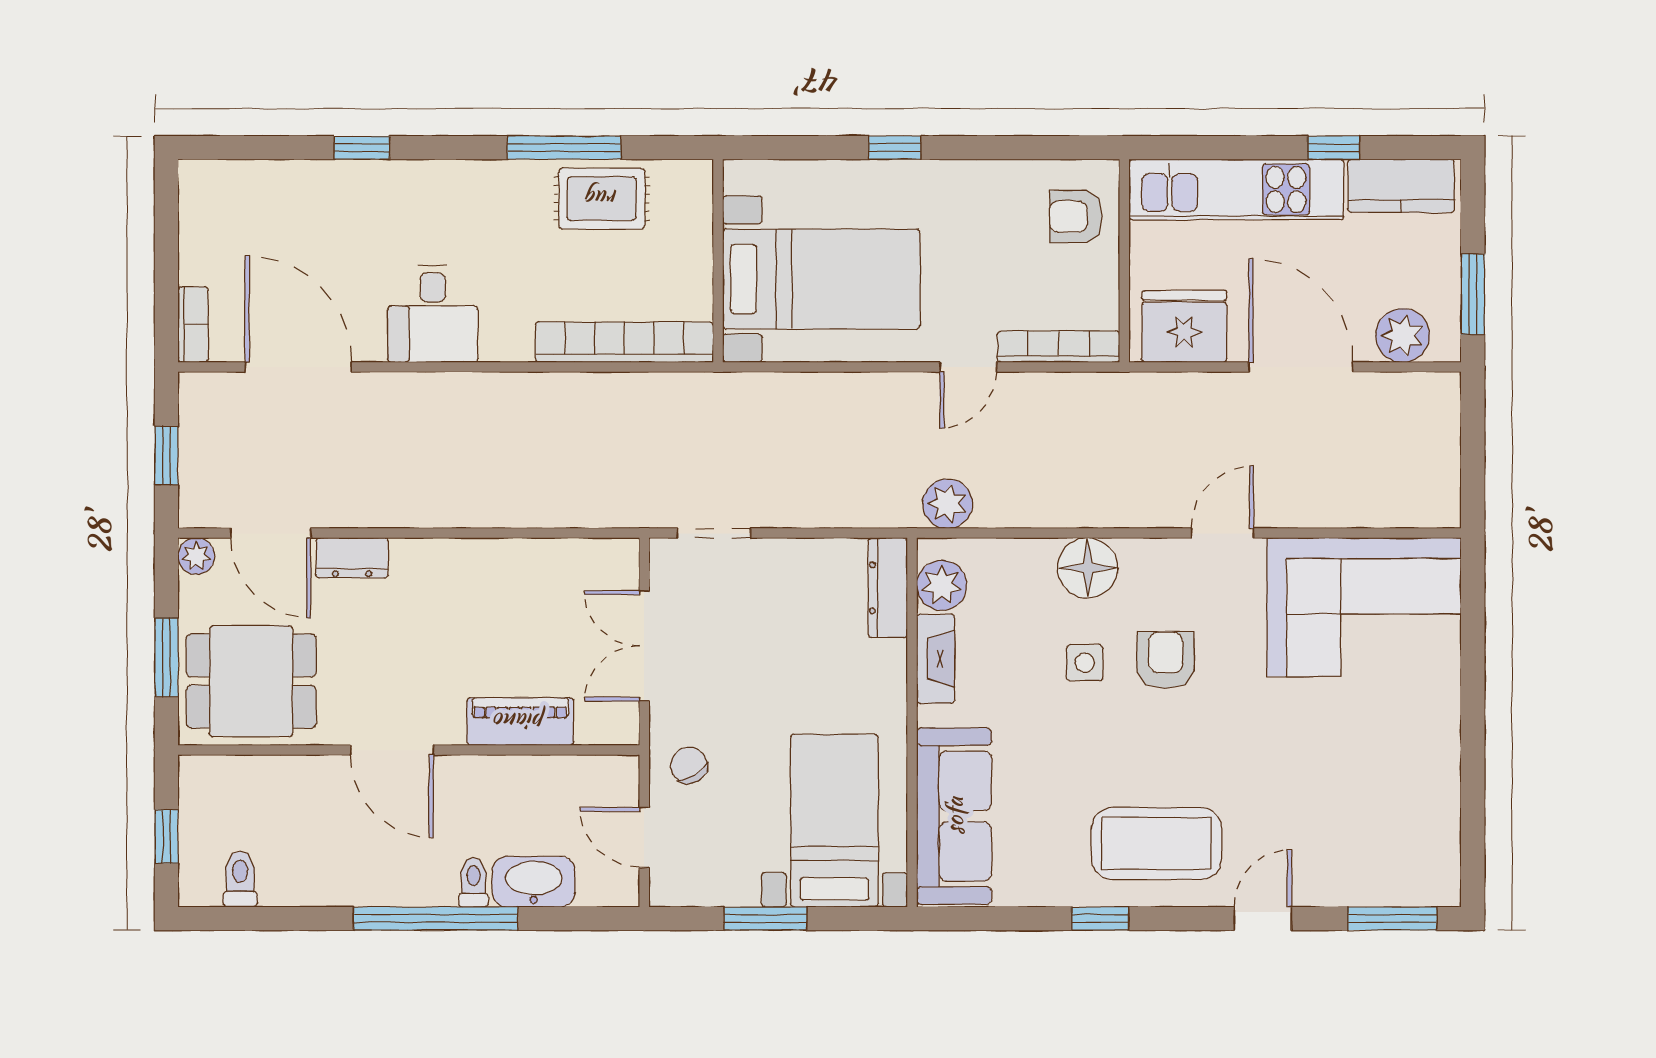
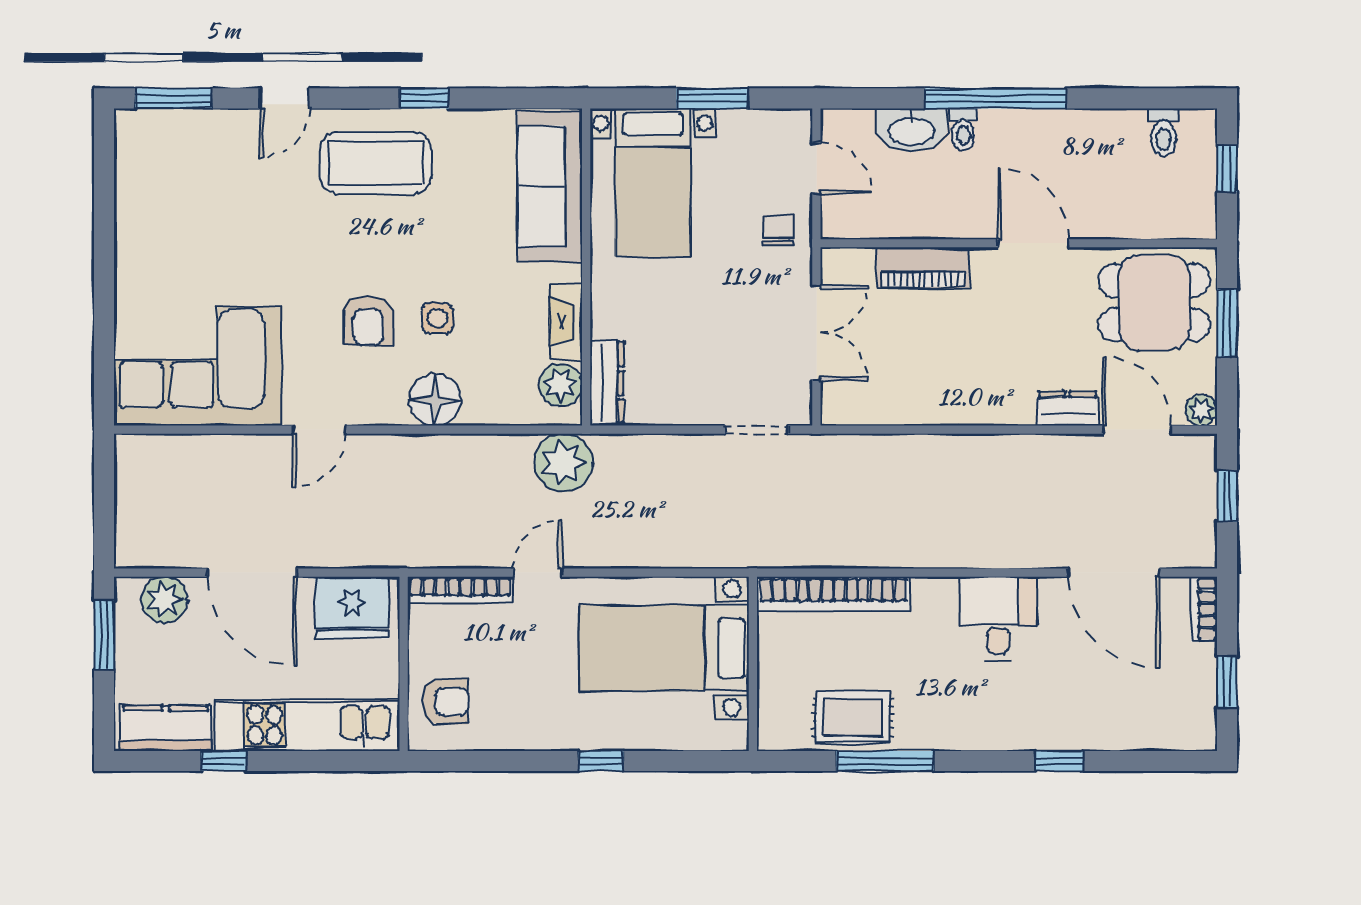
window: (166, 240) -> (1227, 682), added
plant: (947, 504) -> (563, 463), width x1.36, depth x1.36
chair: (689, 765) -> (778, 230), turned -149

